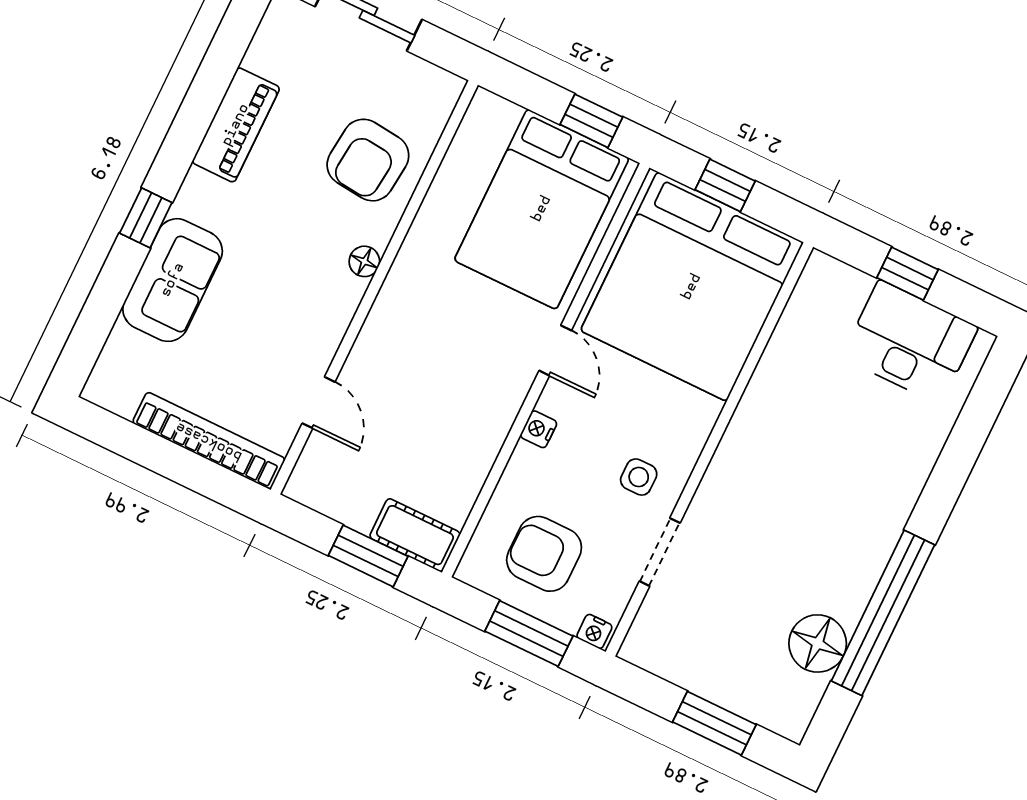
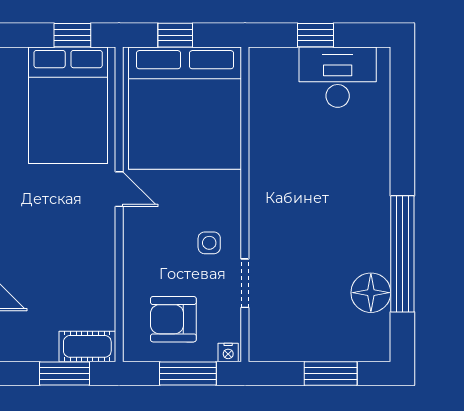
nightstand: (539, 429) -> (132, 243), removed

